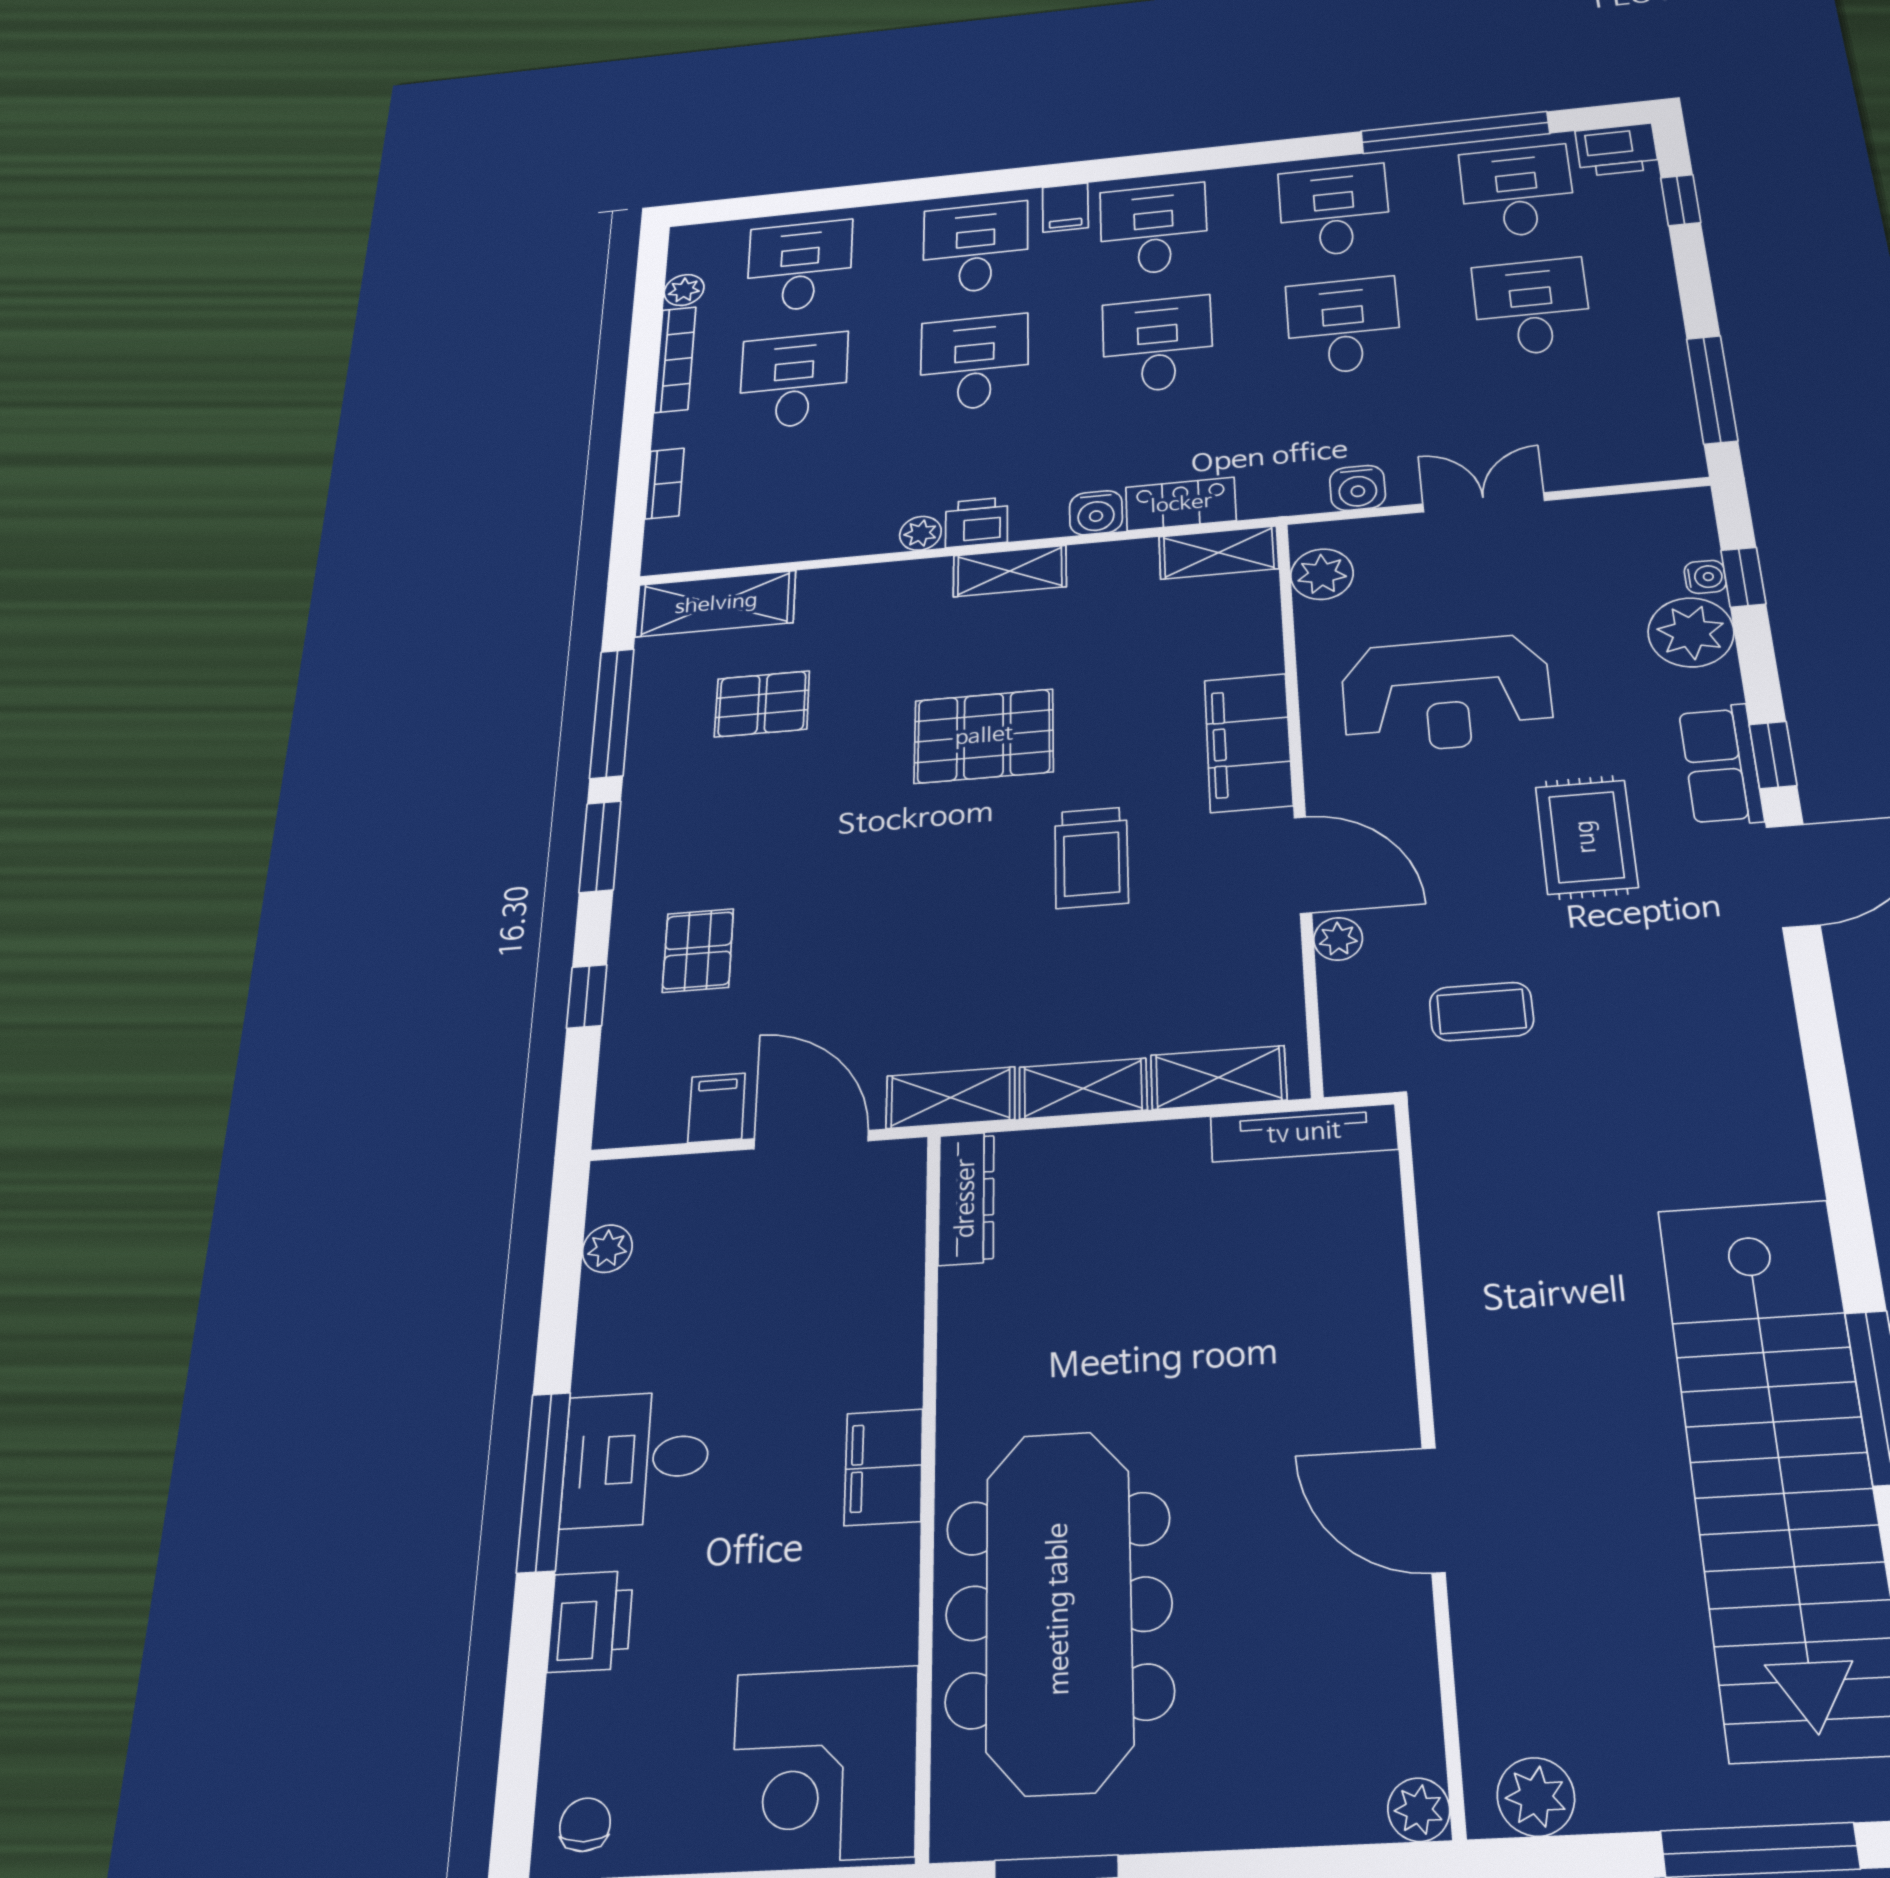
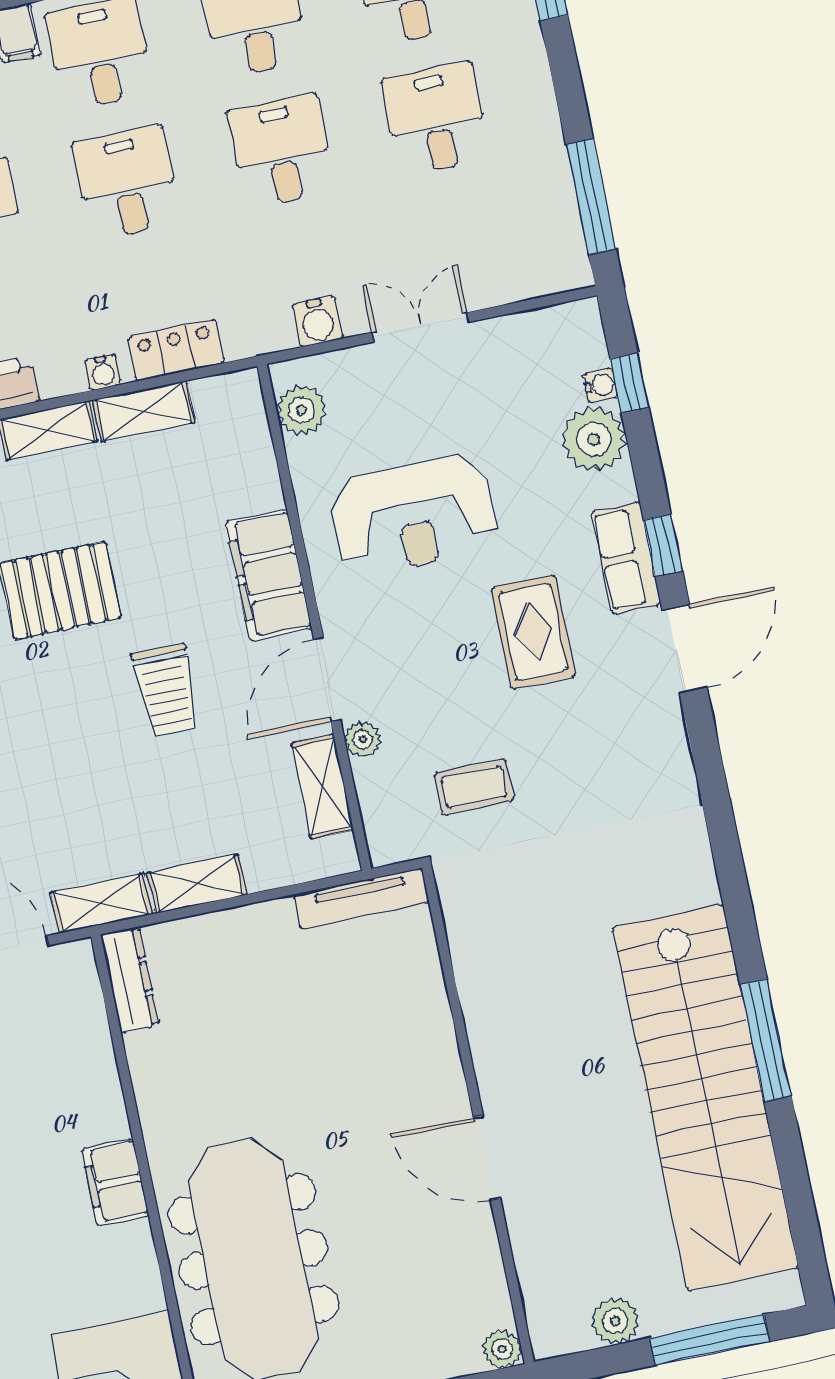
water cooler: (1096, 513) -> (103, 372), width x0.72, depth x0.72
shelving: (1219, 553) -> (144, 411), moved
door: (1303, 865) -> (327, 679), swing flipped
shelving: (1218, 1077) -> (322, 787), moved, turned 90
plant: (1536, 1797) -> (615, 1321), moved

